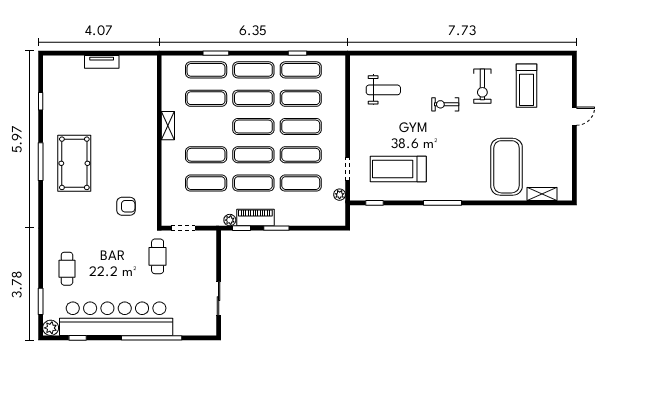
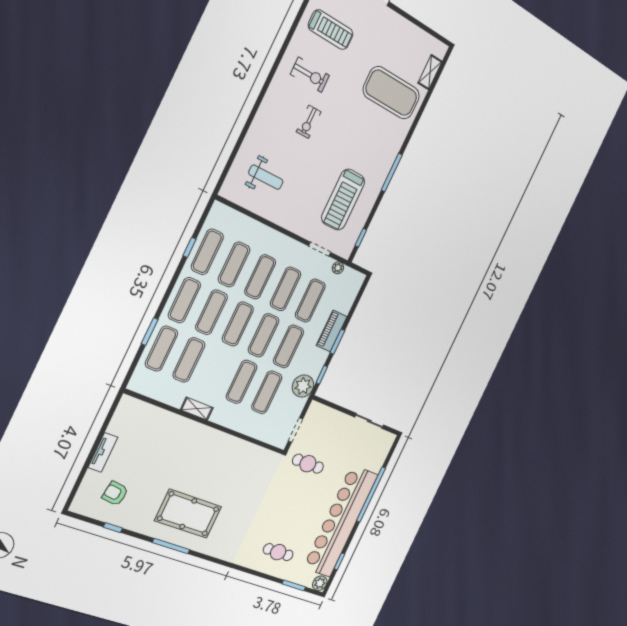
weight bench: (383, 90) -> (266, 177), turned 90
armchair: (126, 206) -> (115, 493), moved, turned -82
piano: (255, 218) -> (332, 331), moved
plant: (230, 220) -> (303, 386), width x1.87, depth x1.87

